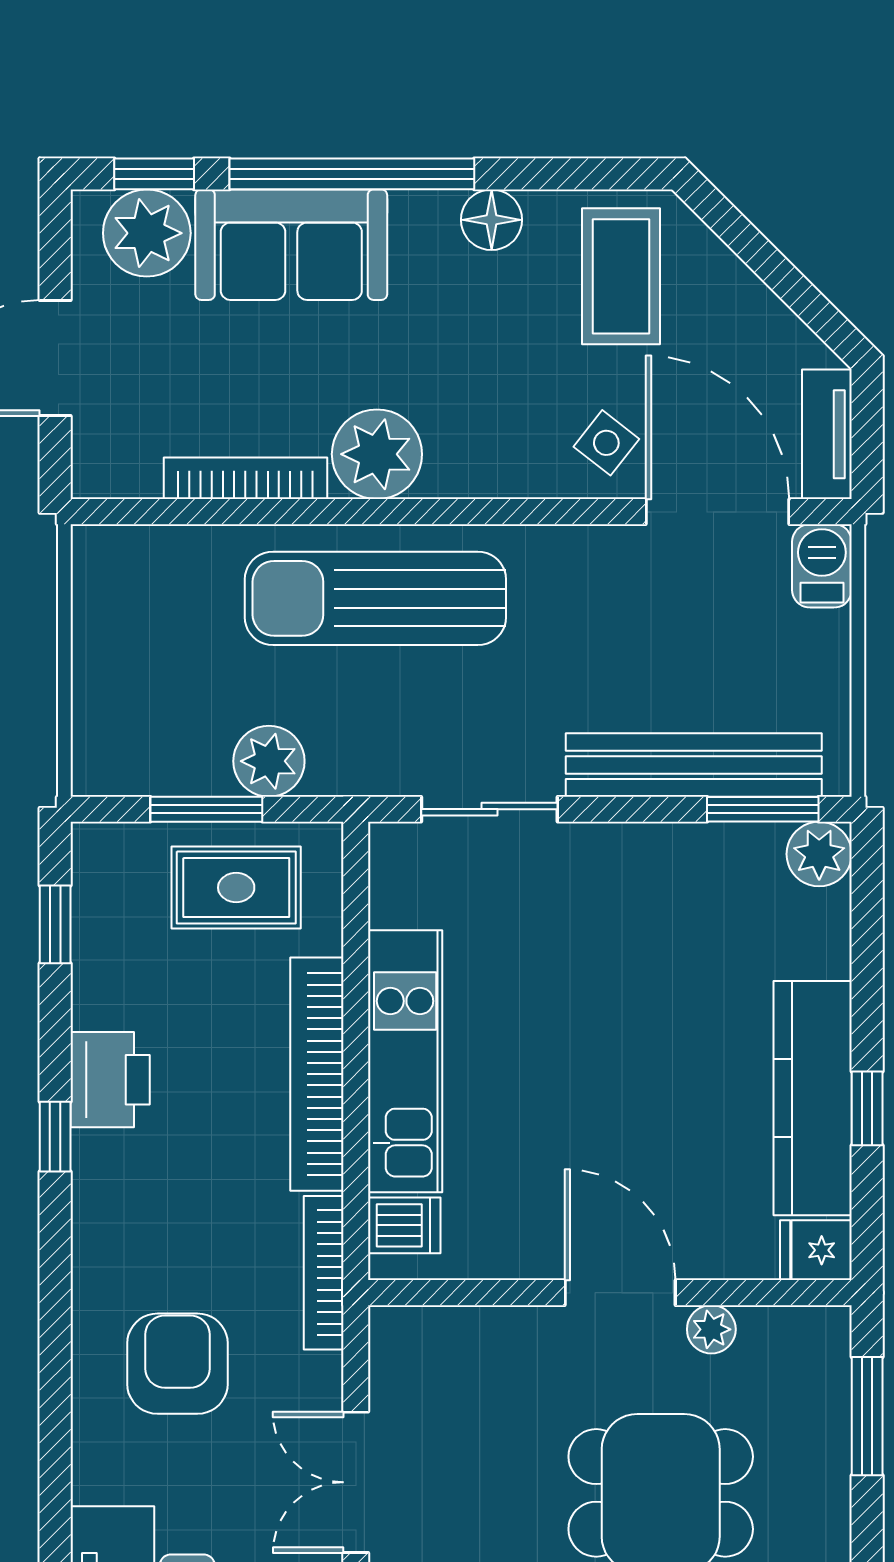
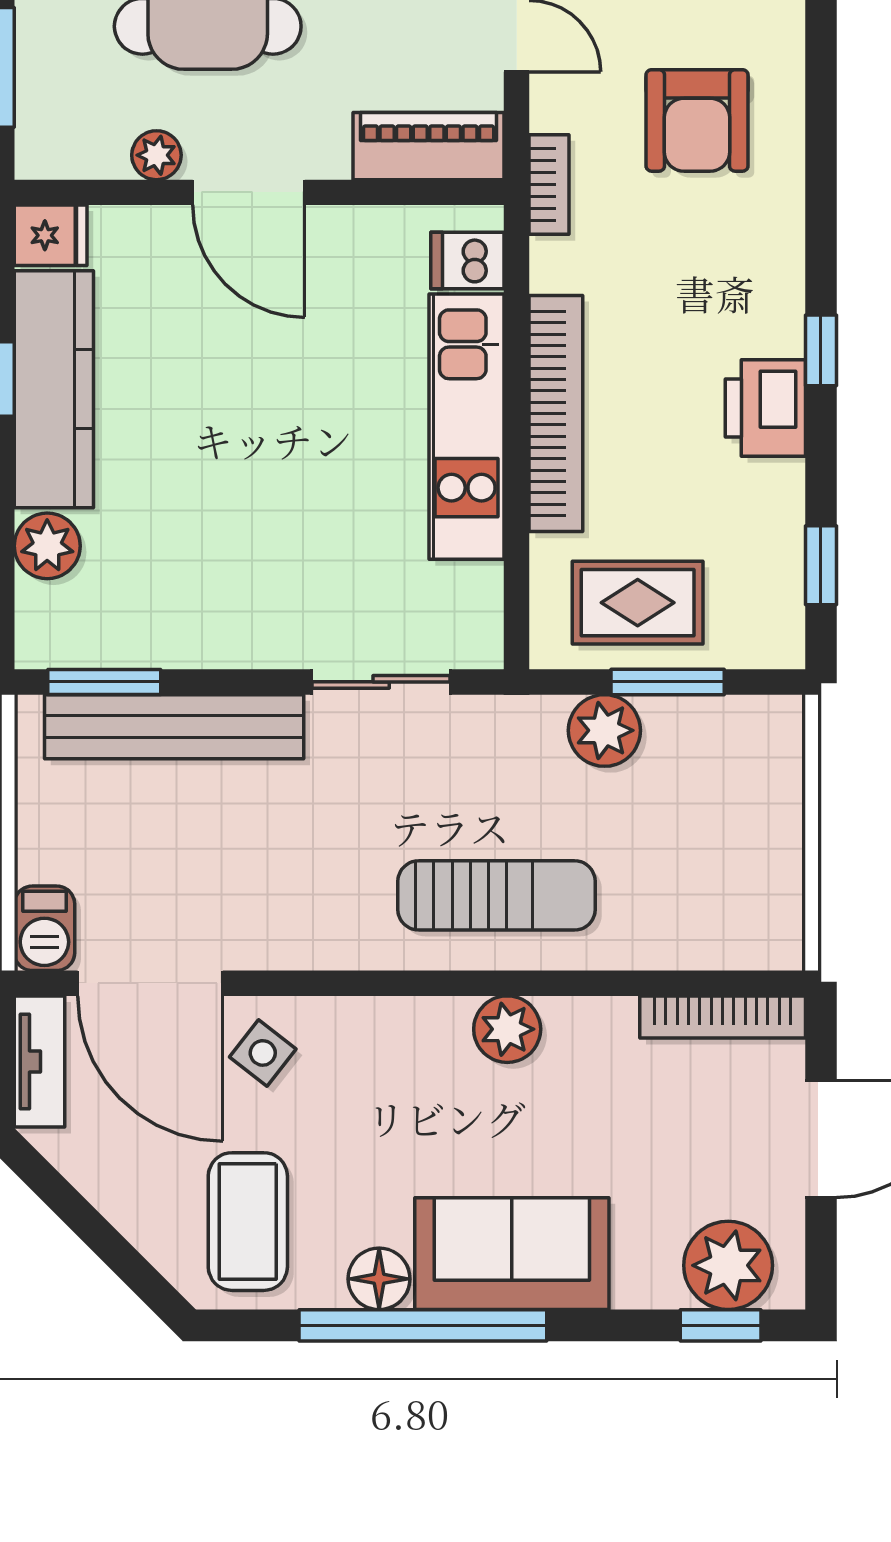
window: (352, 174) -> (423, 1325), moved
sofa: (291, 245) -> (512, 1254), moved
plant: (377, 454) -> (507, 1029), width x0.73, depth x0.73
bookcase: (245, 478) -> (723, 1017), moved
sun lounger: (375, 598) -> (497, 895), width x0.73, depth x0.75
plant: (819, 854) -> (47, 546), moved
bookcase: (324, 1273) -> (549, 184), width x0.64
piano: (443, 1338) -> (429, 146), added

